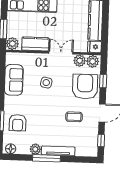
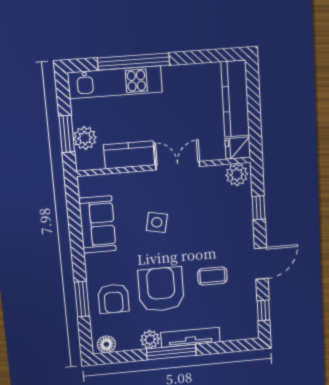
plant: (12, 44) -> (85, 138), moved
plant: (80, 61) -> (213, 176), removed
armchair: (85, 86) -> (161, 289), moved

